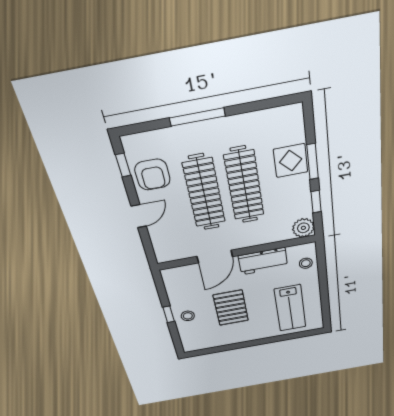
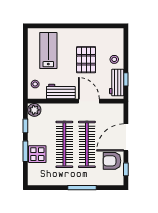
armchair: (152, 175) -> (112, 161), turned -90
door: (139, 216) -> (126, 137), width x1.87
door: (215, 257) -> (89, 101), hinge flipped
workbench: (176, 289) -> (117, 83), added
window: (169, 314) -> (126, 79), moved

